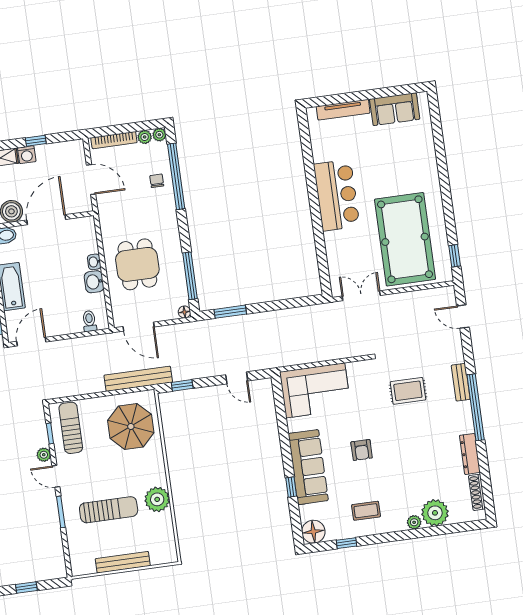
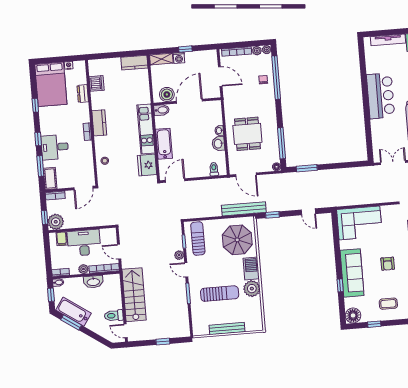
barbecue: (155, 469) -> (251, 268), added

